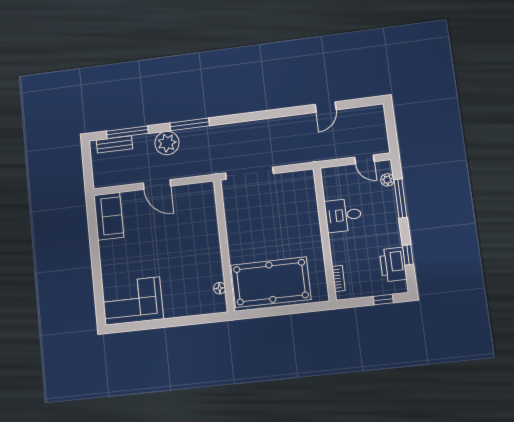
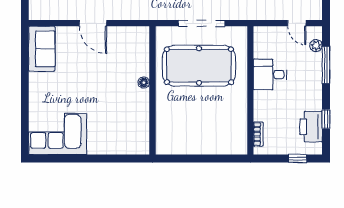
doorway: (249, 173) -> (201, 23), moved
pool table: (271, 282) -> (199, 66), moved
floor lamp: (220, 288) -> (144, 83), moved

